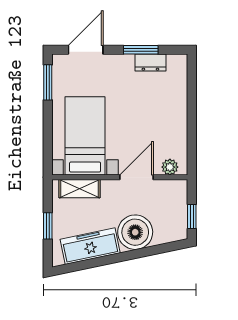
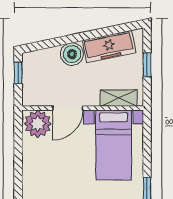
plant: (170, 167) -> (38, 124), width x1.88, depth x1.88
boiler: (135, 232) -> (72, 54), width x0.73, depth x0.73

